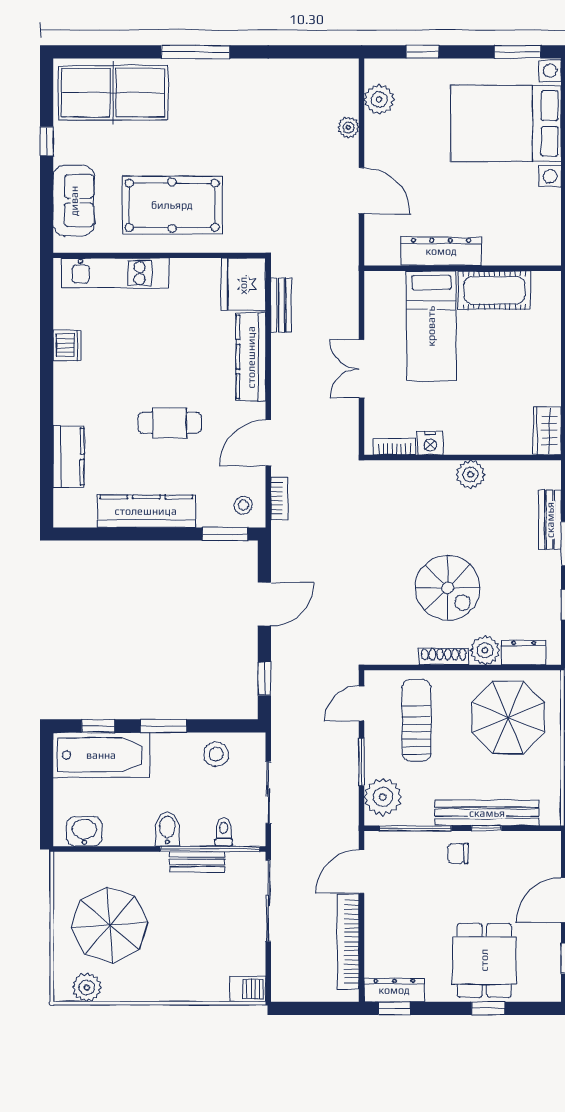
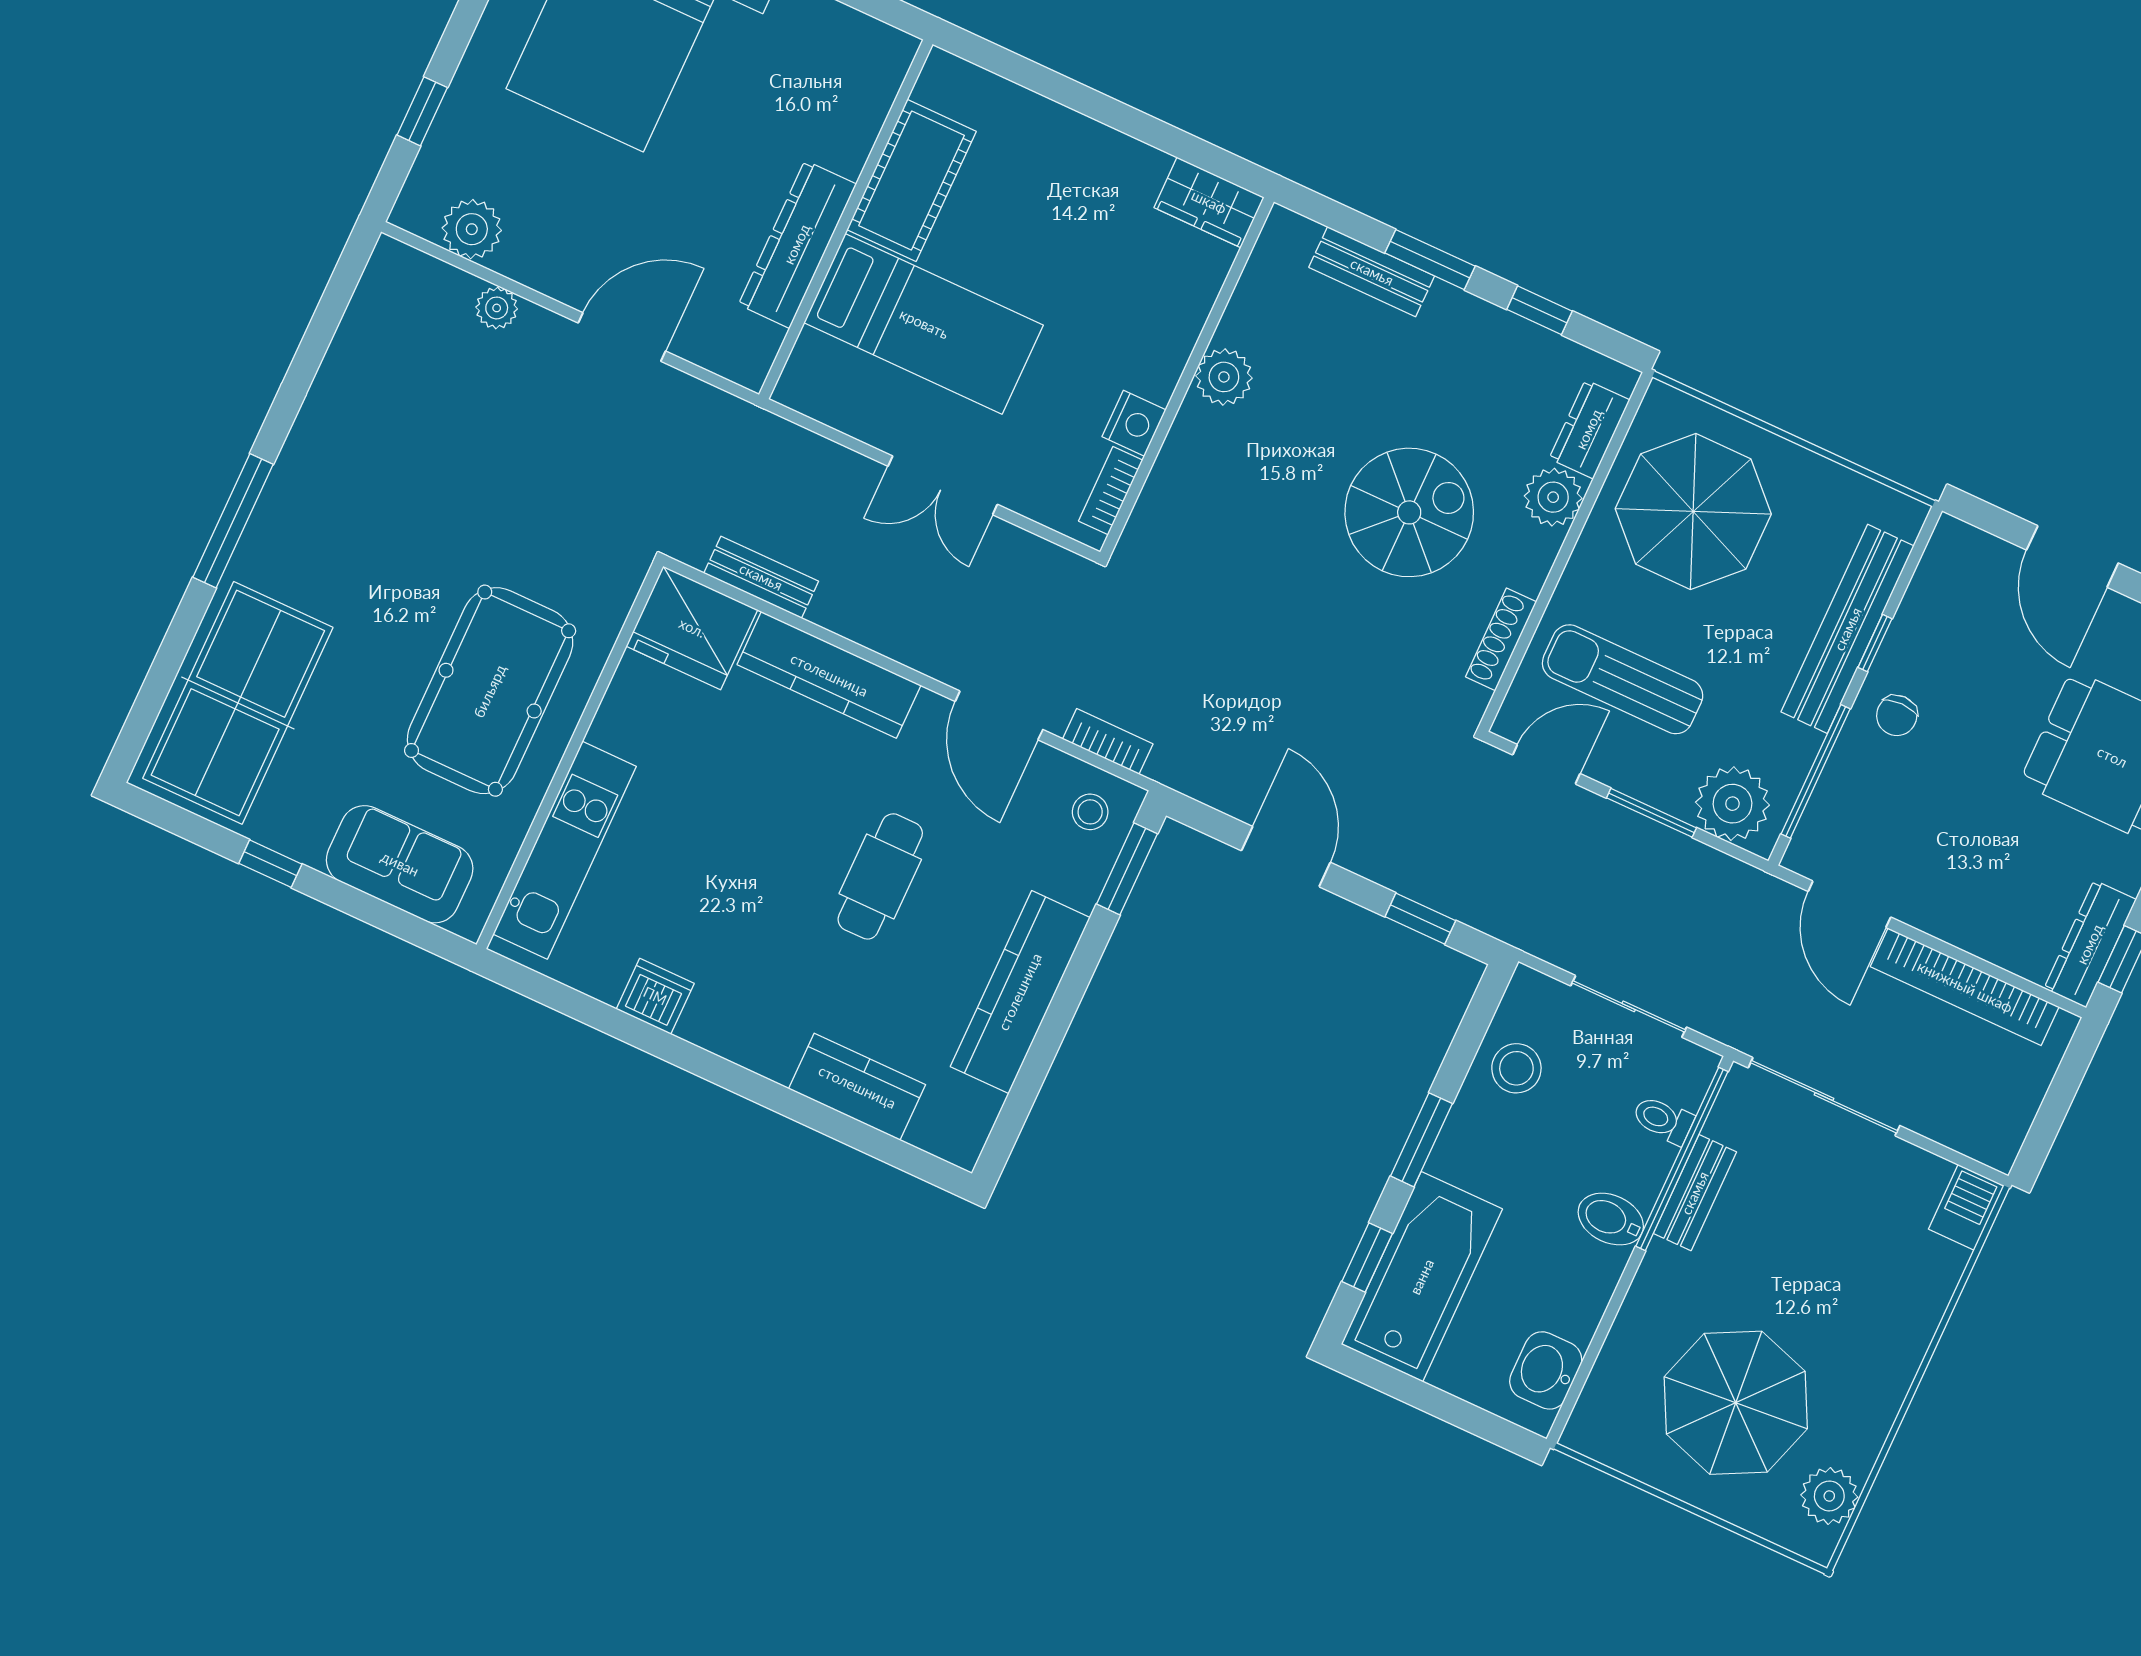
shoe rack: (444, 657) -> (1501, 639), moved
door: (362, 704) -> (1546, 764), swing flipped

